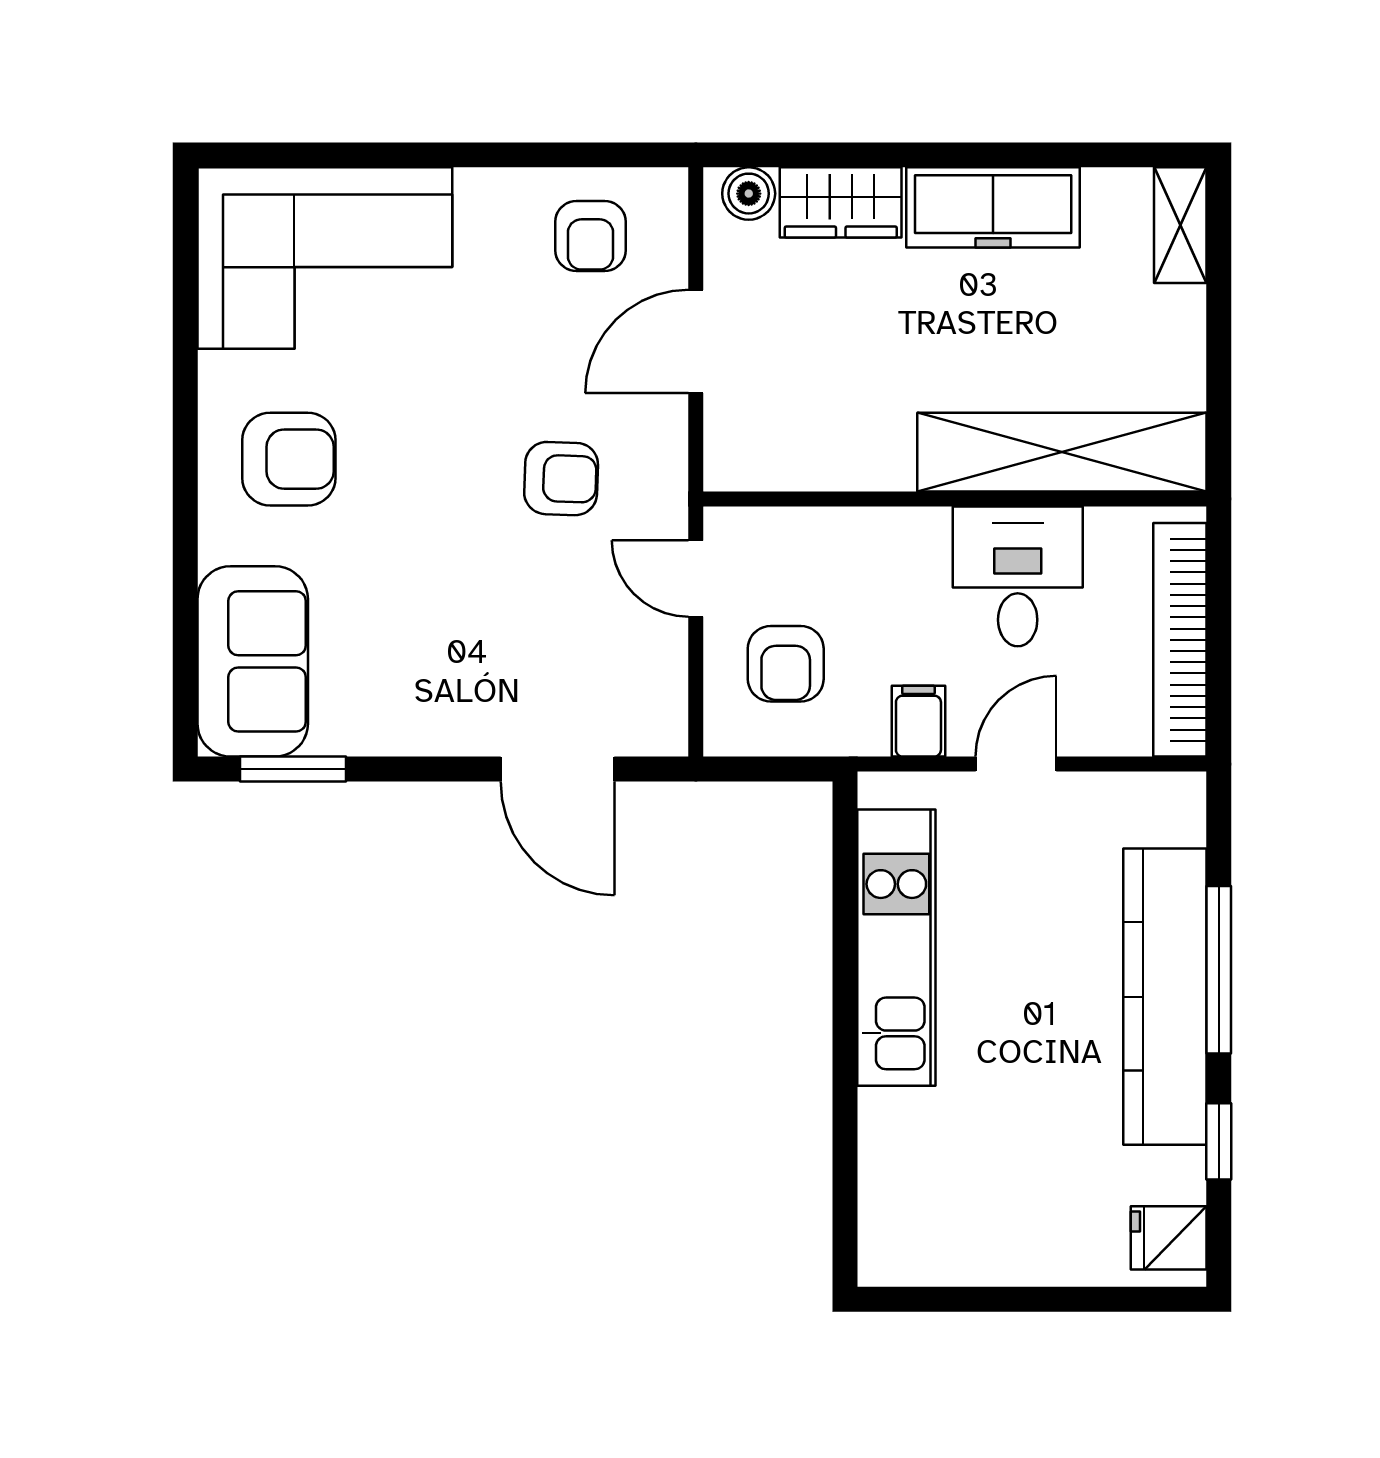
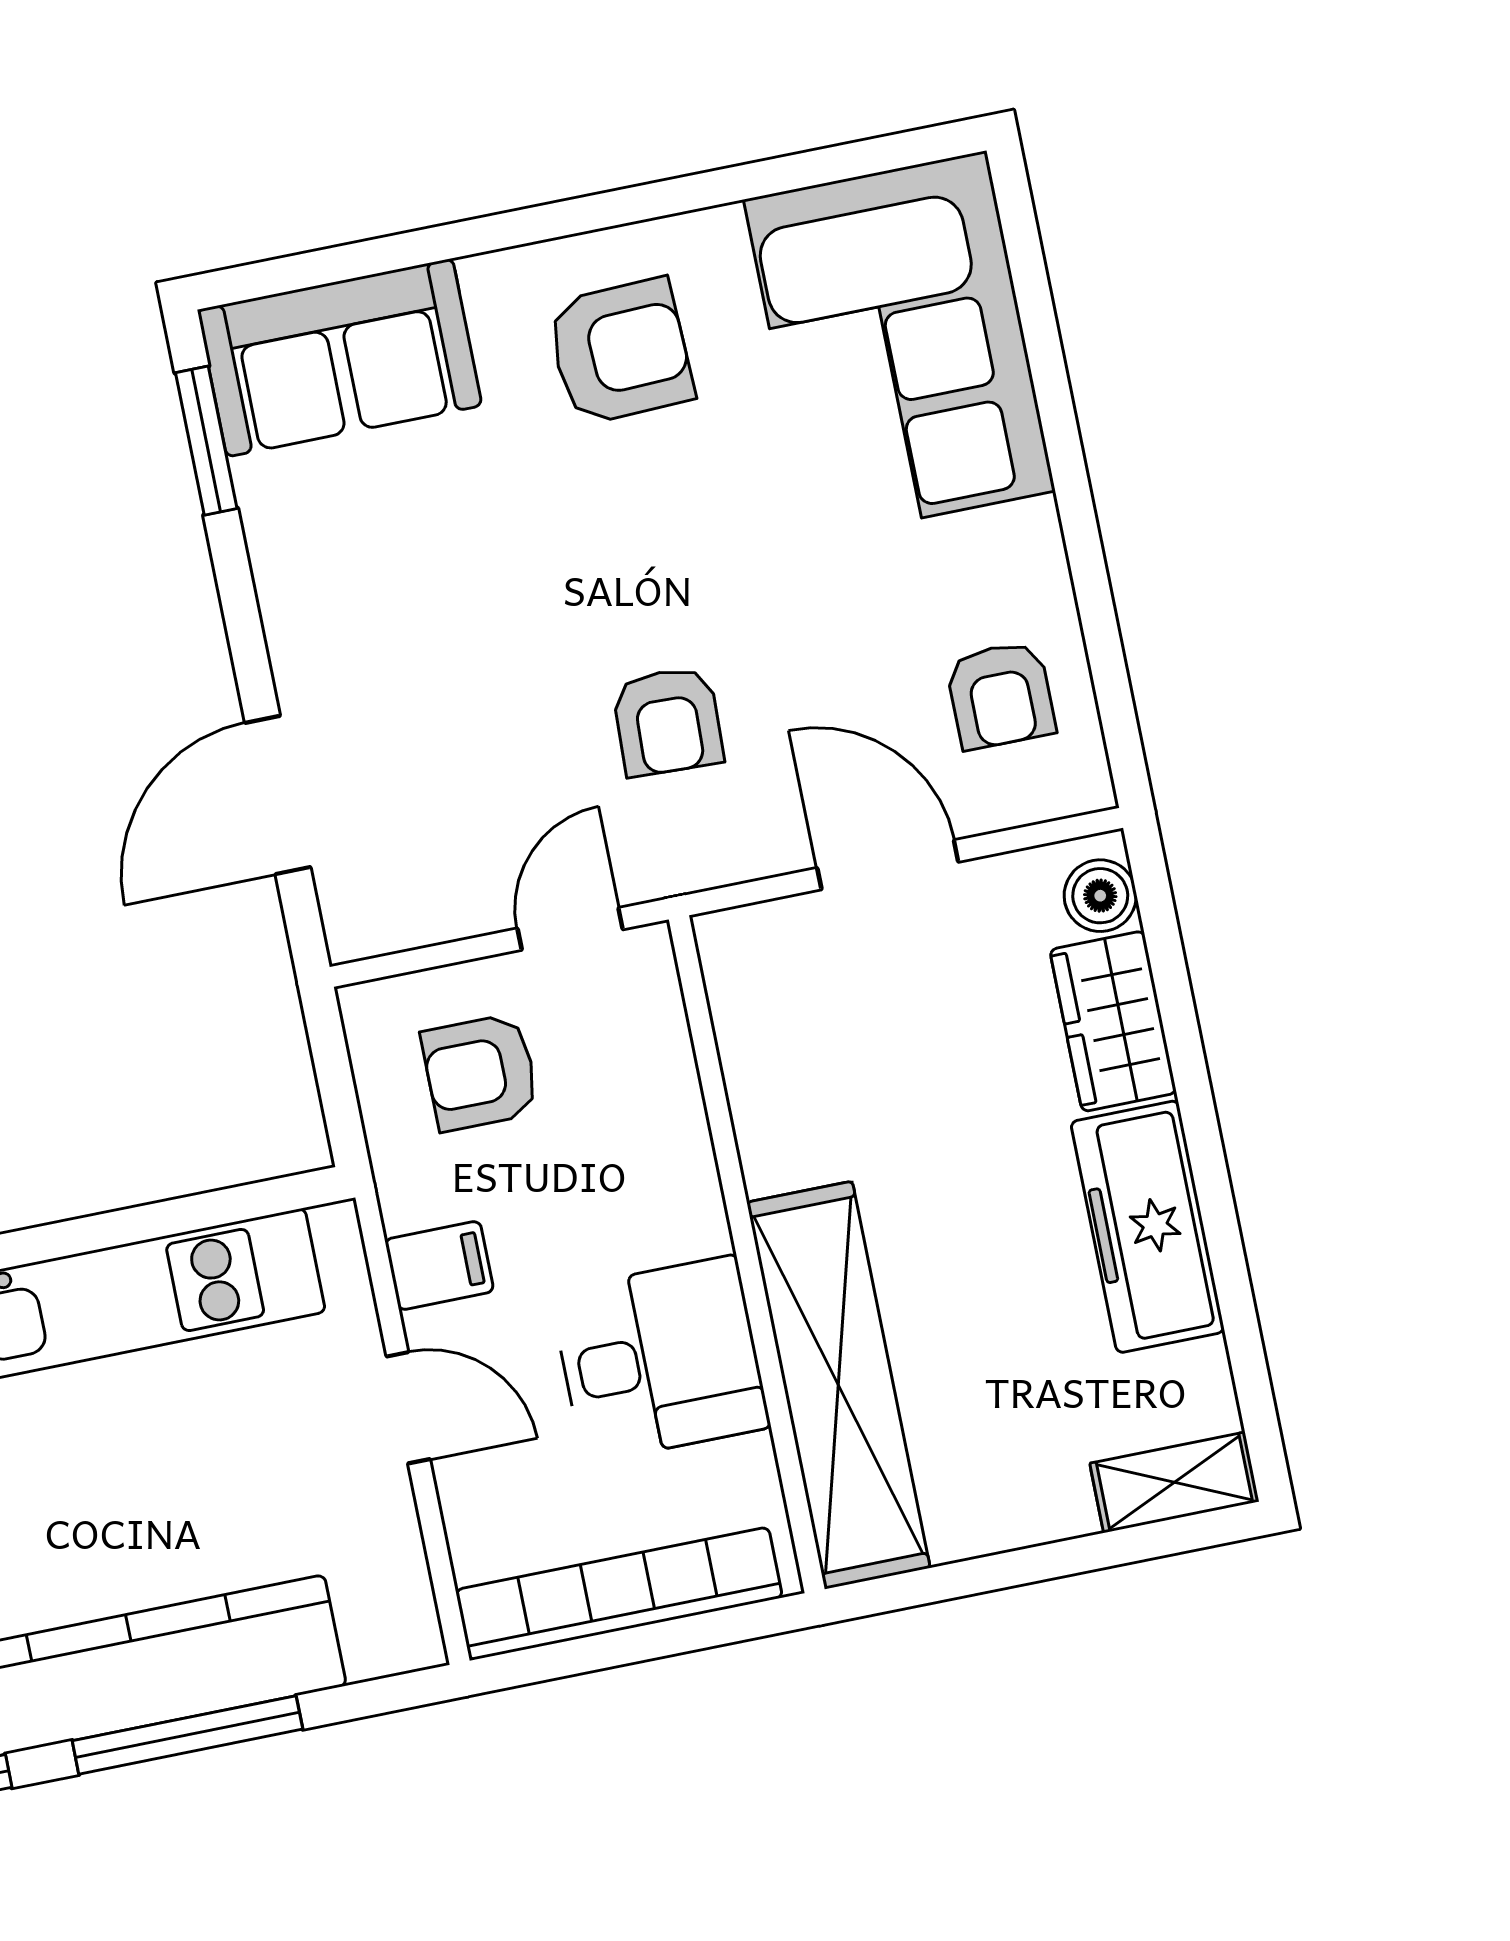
armchair: (590, 236) -> (1001, 695), turned -90
armchair: (289, 459) -> (620, 352), turned -92

